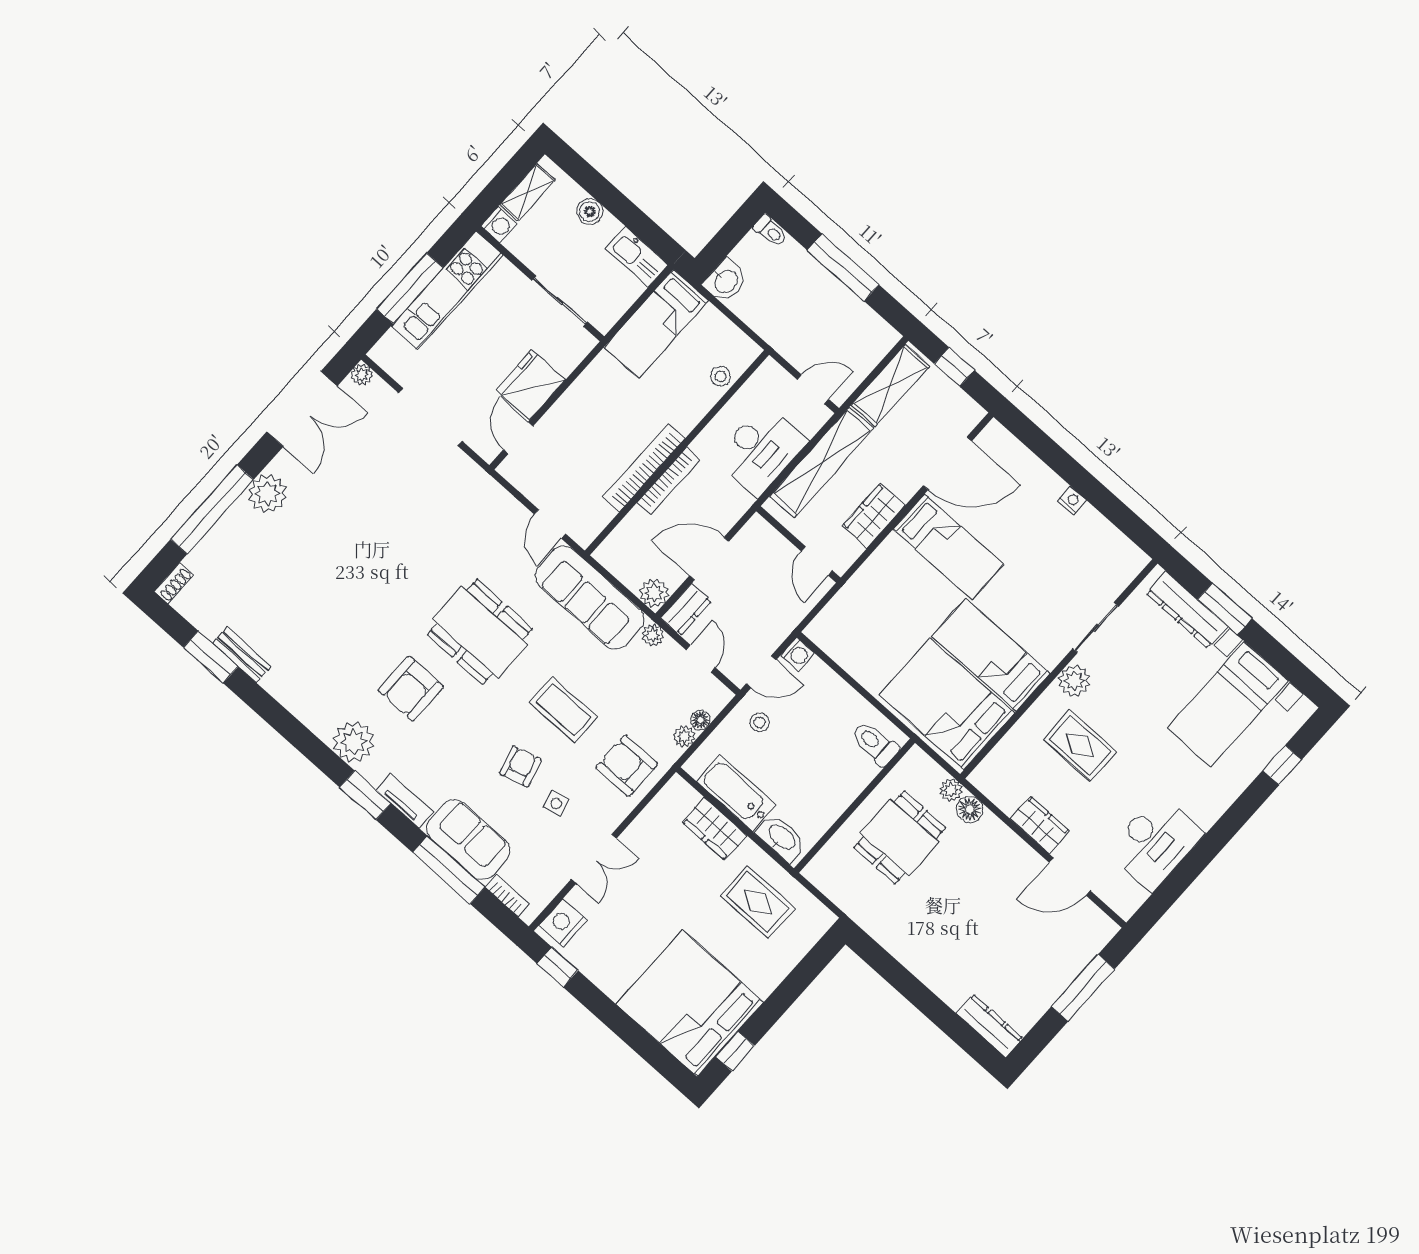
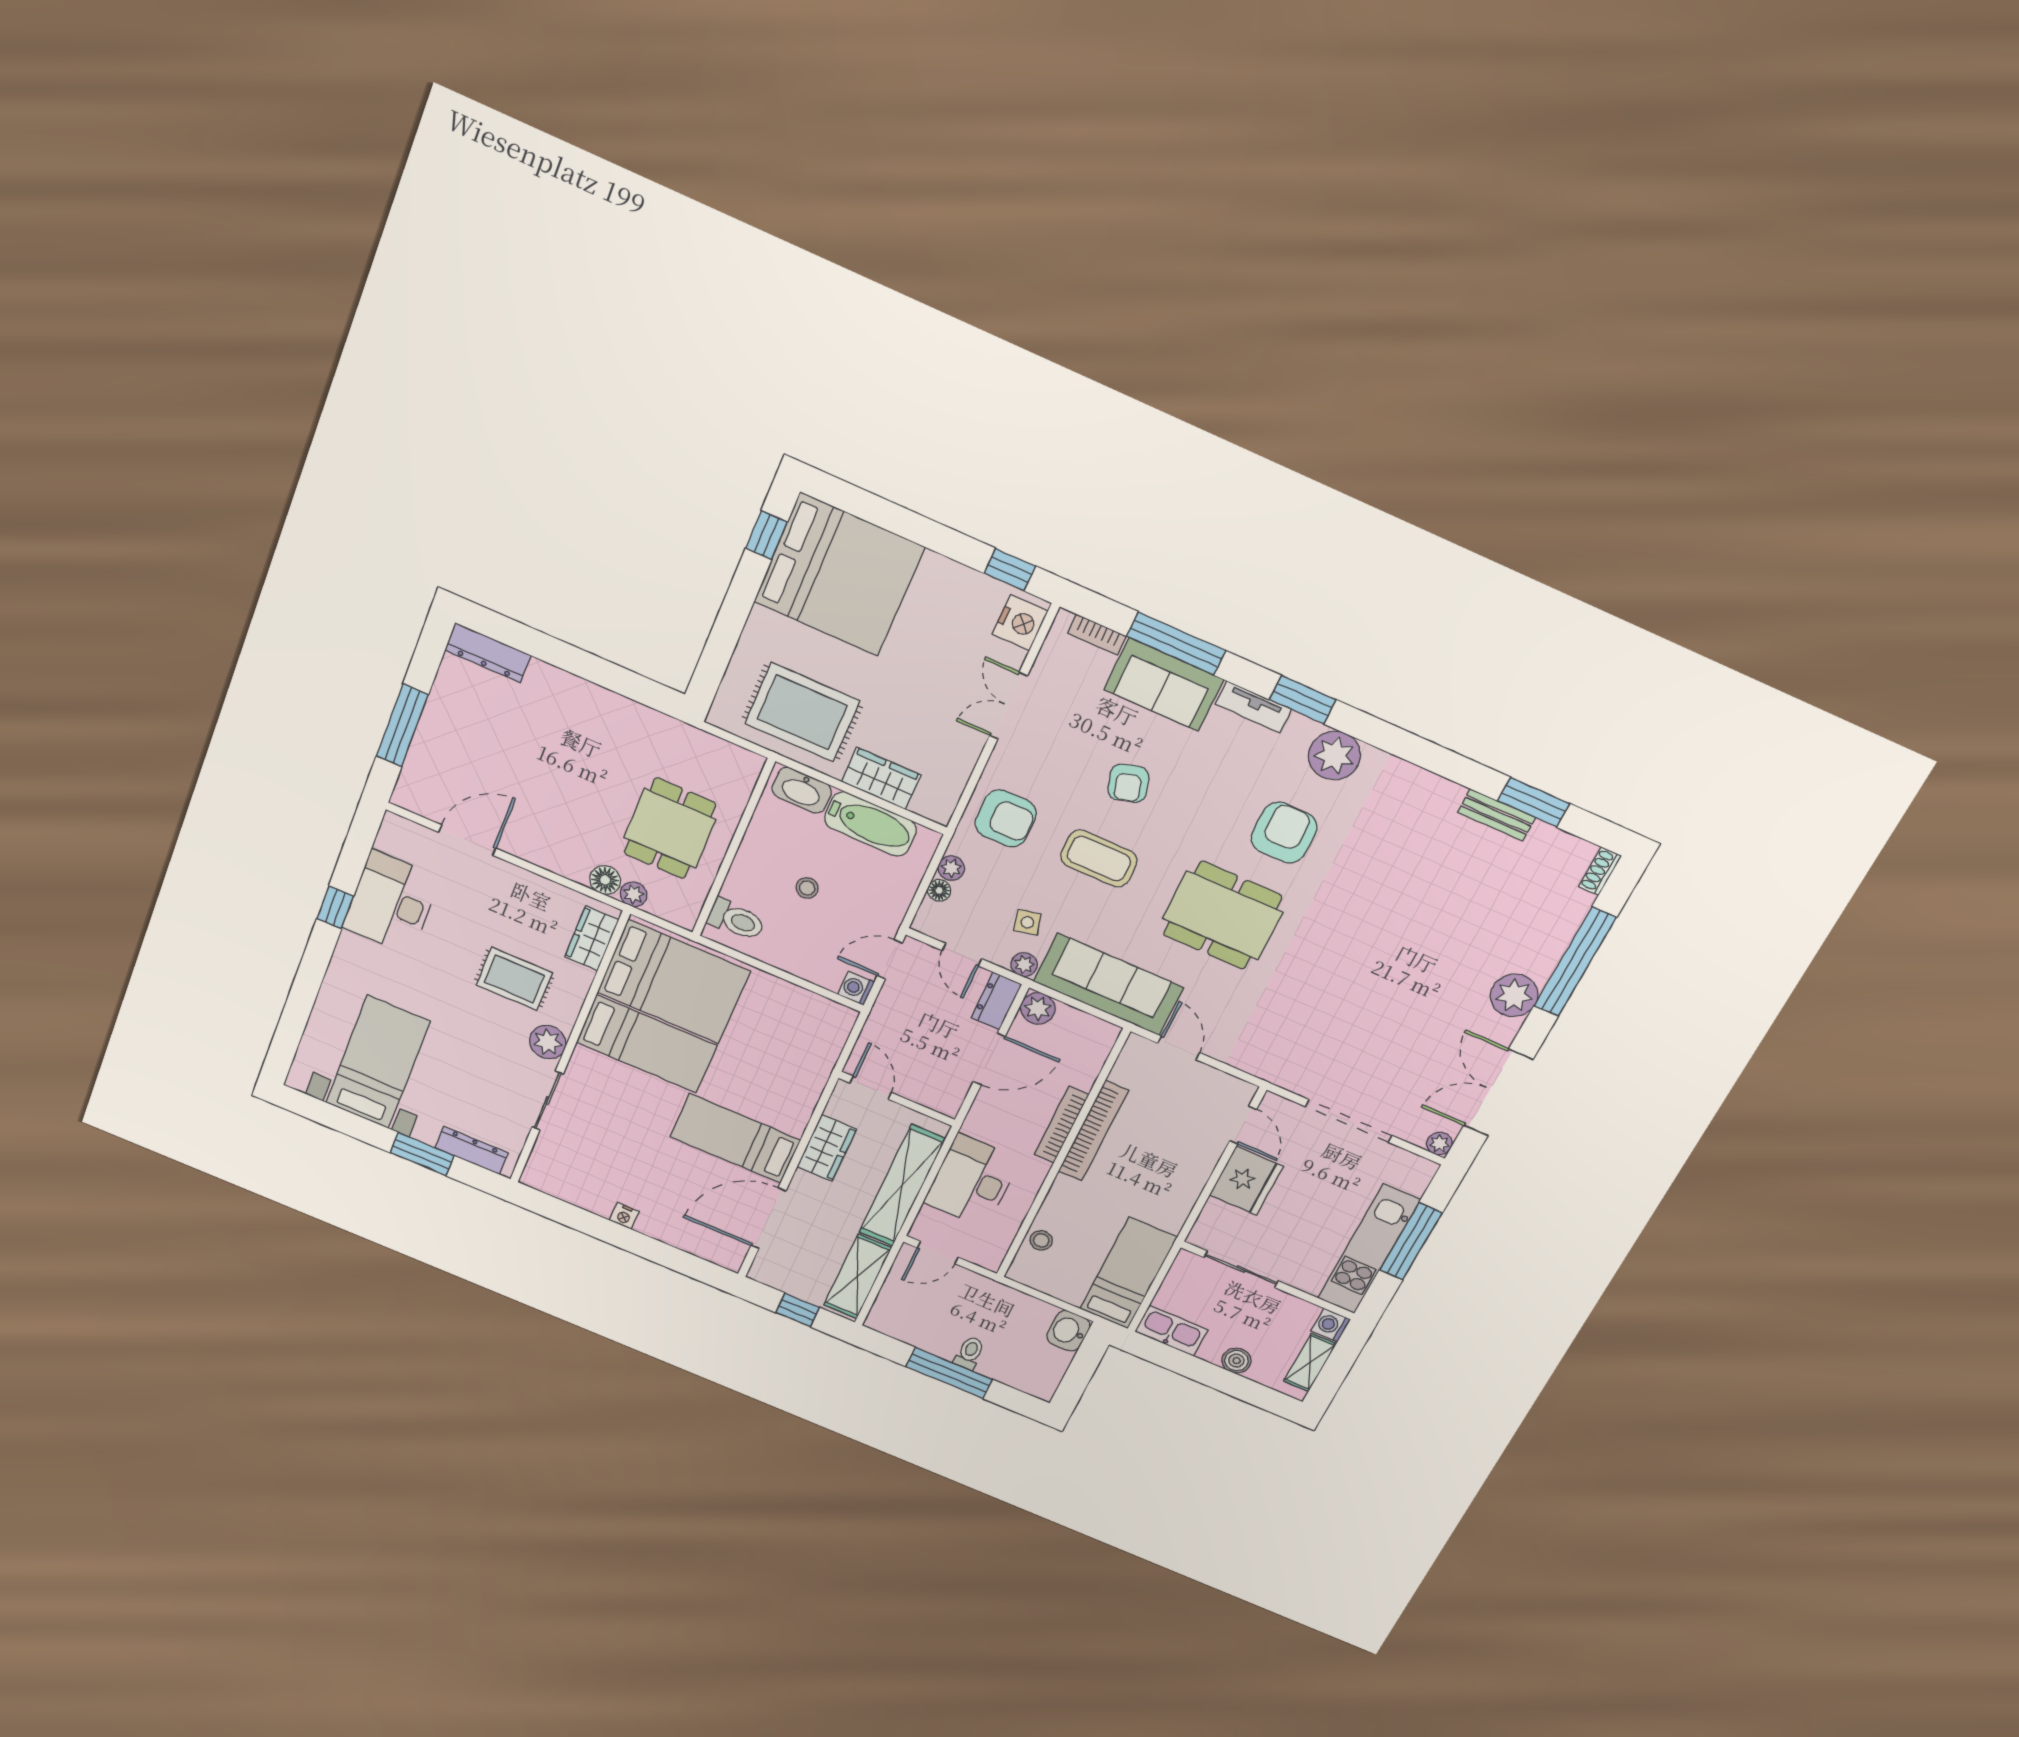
toilet: (771, 231) -> (969, 1353), moved, turned 90
dresser: (1187, 610) -> (472, 1150), width x0.73, depth x0.80
stool: (760, 722) -> (807, 888), moved
window: (1282, 765) -> (335, 907), moved
side table: (556, 803) -> (1027, 922), moved
wardrobe: (1040, 825) -> (592, 938), moved, turned 90
rug: (758, 902) -> (802, 712), width x1.36, depth x1.43

